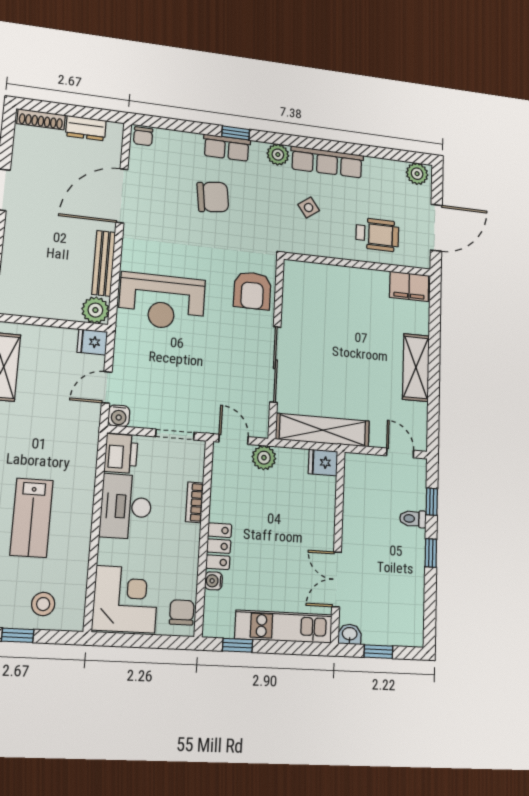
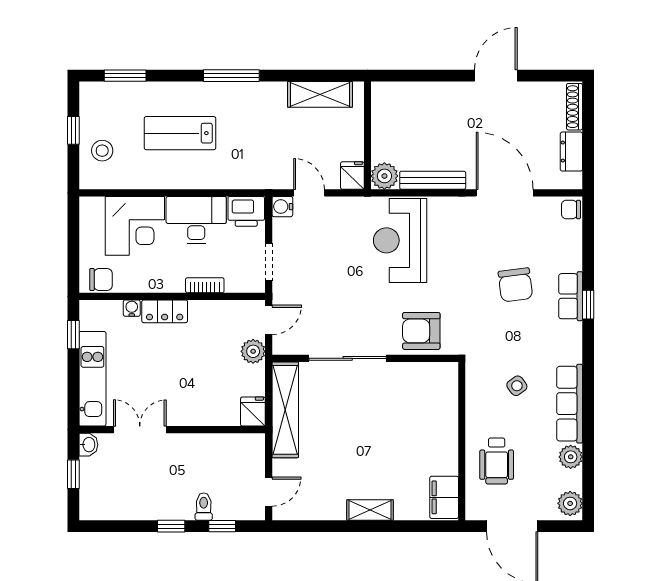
plant: (278, 155) -> (571, 457), moved
shelving: (416, 367) -> (370, 510), width x0.67, depth x0.75
corner desk: (125, 599) -> (135, 226), moved

